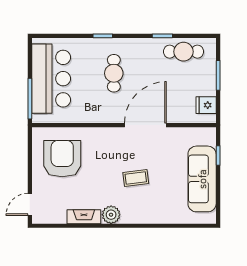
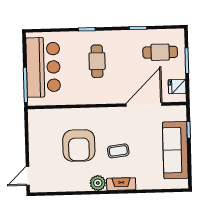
cafe table: (184, 52) -> (160, 52), moved
door: (145, 125) -> (144, 105), moved
armchair: (62, 159) -> (79, 146), moved, turned 180
fireplace: (84, 217) -> (121, 184), moved

